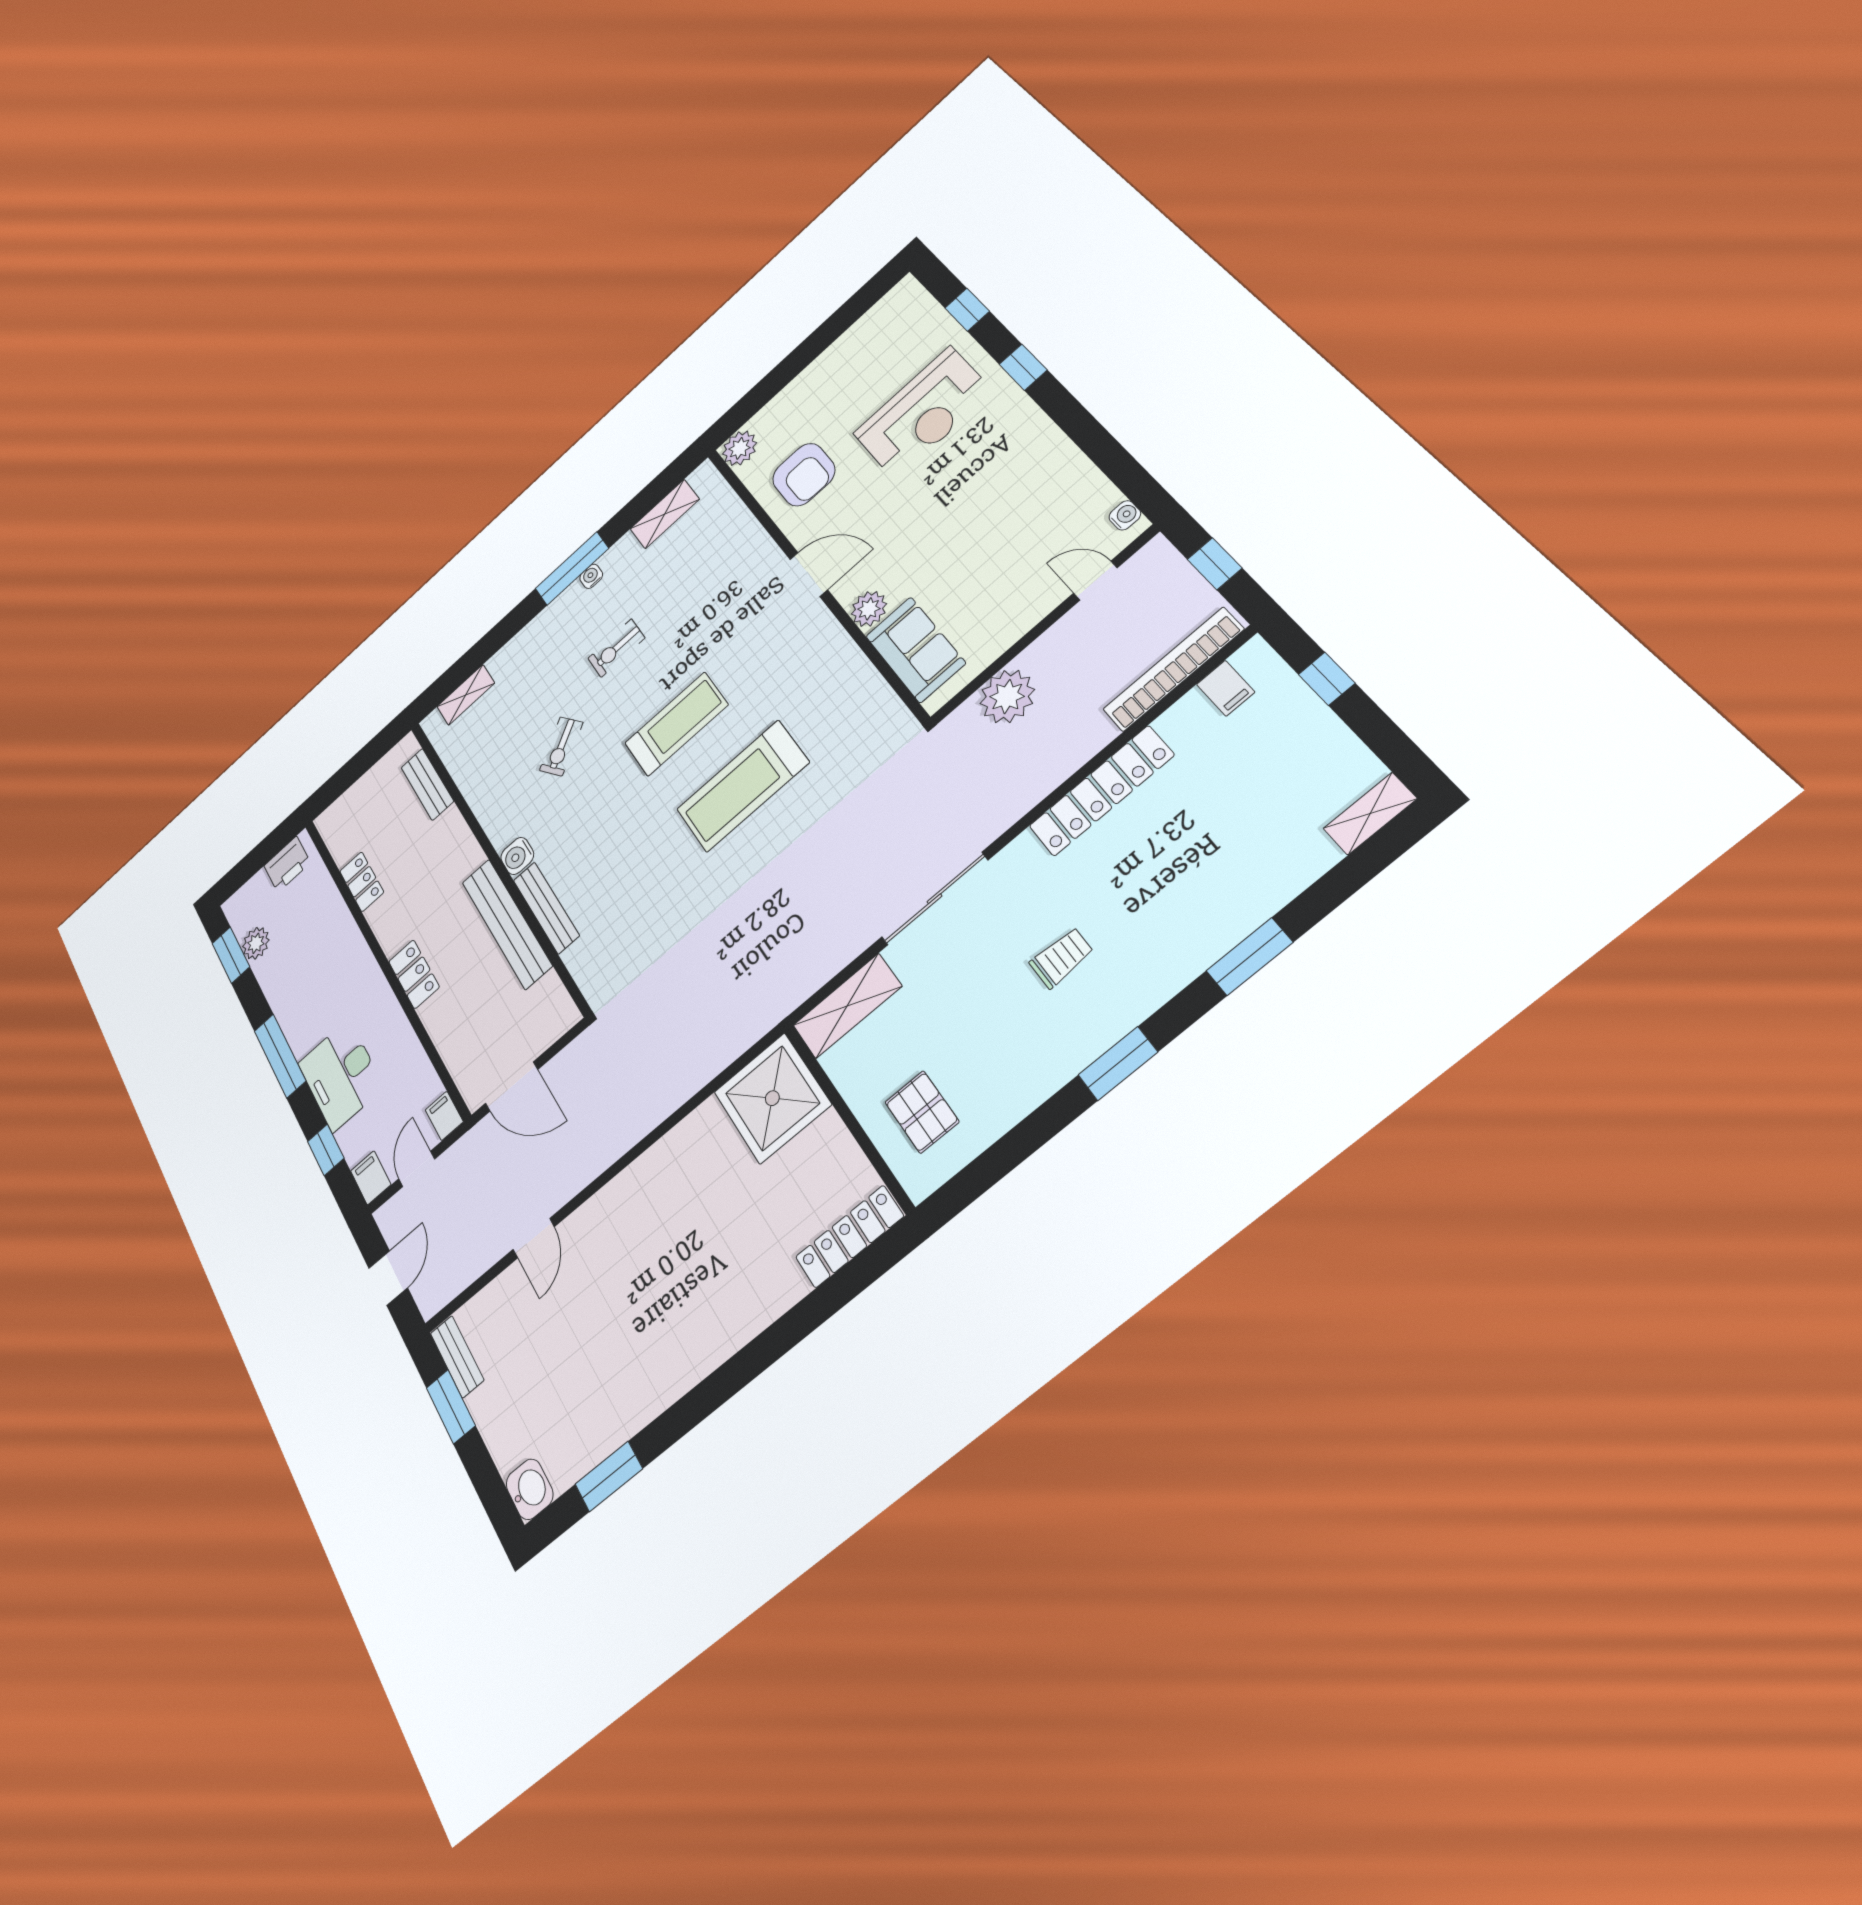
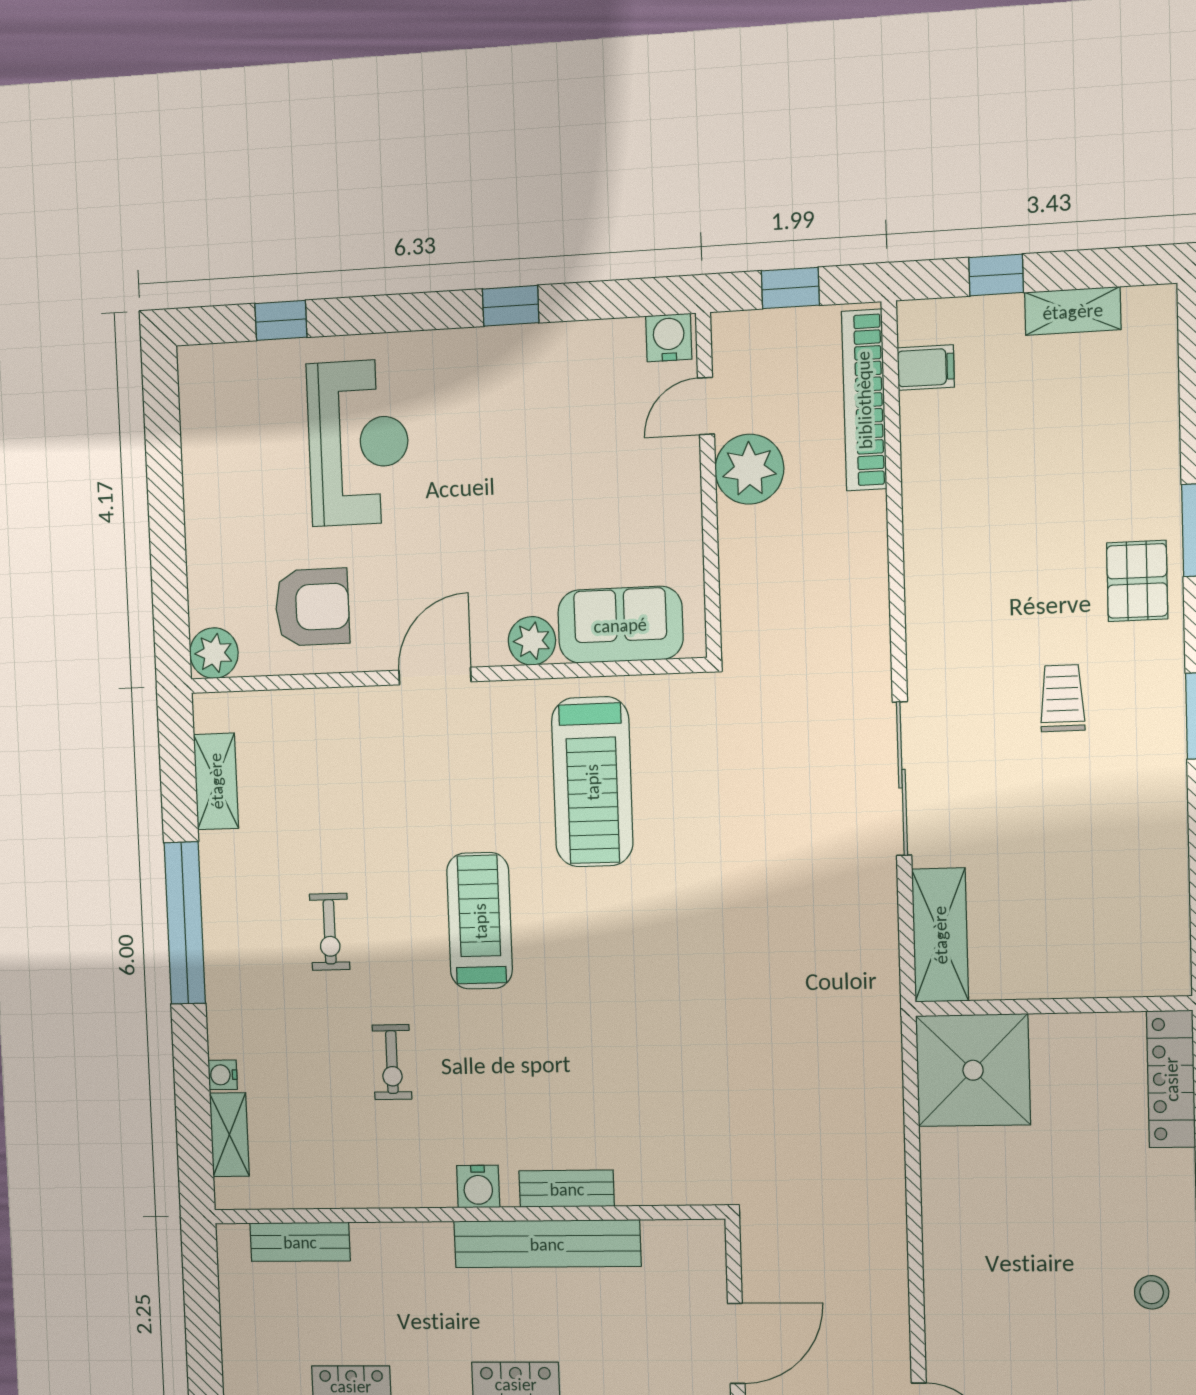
window: (1023, 367) -> (511, 306), moved
water cooler: (1125, 515) -> (669, 338), width x1.38, depth x1.38
window: (572, 568) -> (185, 923), width x1.46
water cooler: (591, 576) -> (223, 1075), moved
plant: (1007, 697) -> (749, 469), moved
exercise bike: (561, 746) -> (392, 1062), turned 34
treadmill: (743, 786) -> (592, 782), moved
locker: (1101, 791) -> (929, 549), removed
shelving: (1370, 814) -> (1073, 311), moved, turned 90
bench: (546, 908) -> (567, 1189), width x0.73
pallet: (922, 1112) -> (1137, 581), moved, turned 90
stool: (699, 1335) -> (1152, 1292), added

